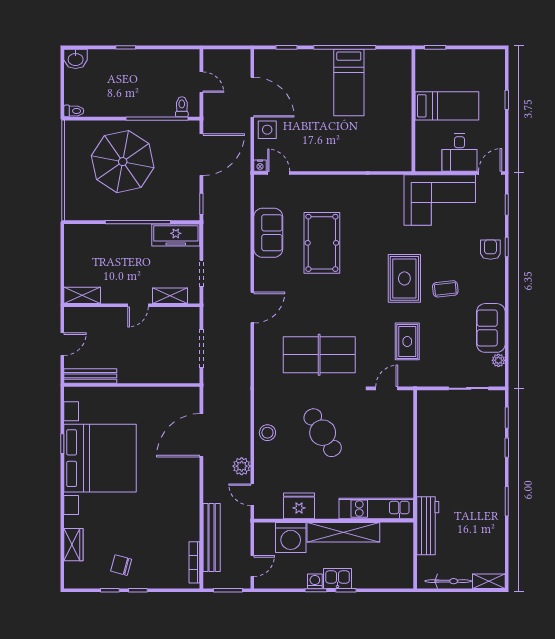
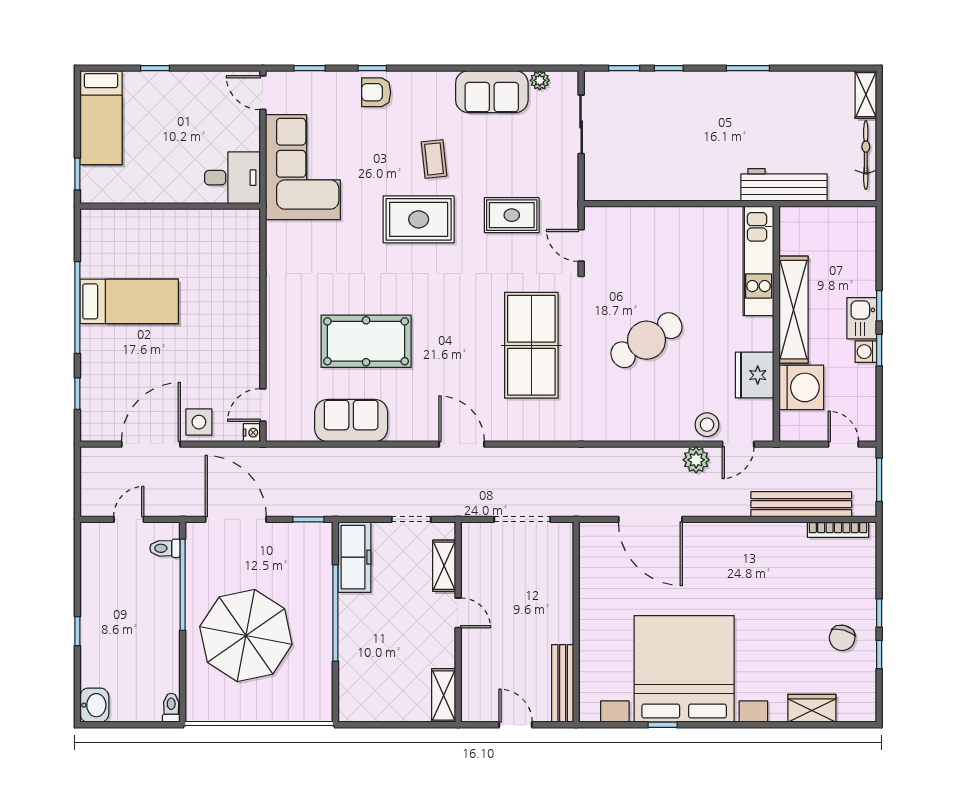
bed: (447, 106) -> (101, 118), moved, turned 180
desk: (459, 152) -> (232, 178), moved
stool: (267, 433) -> (707, 425), moved

